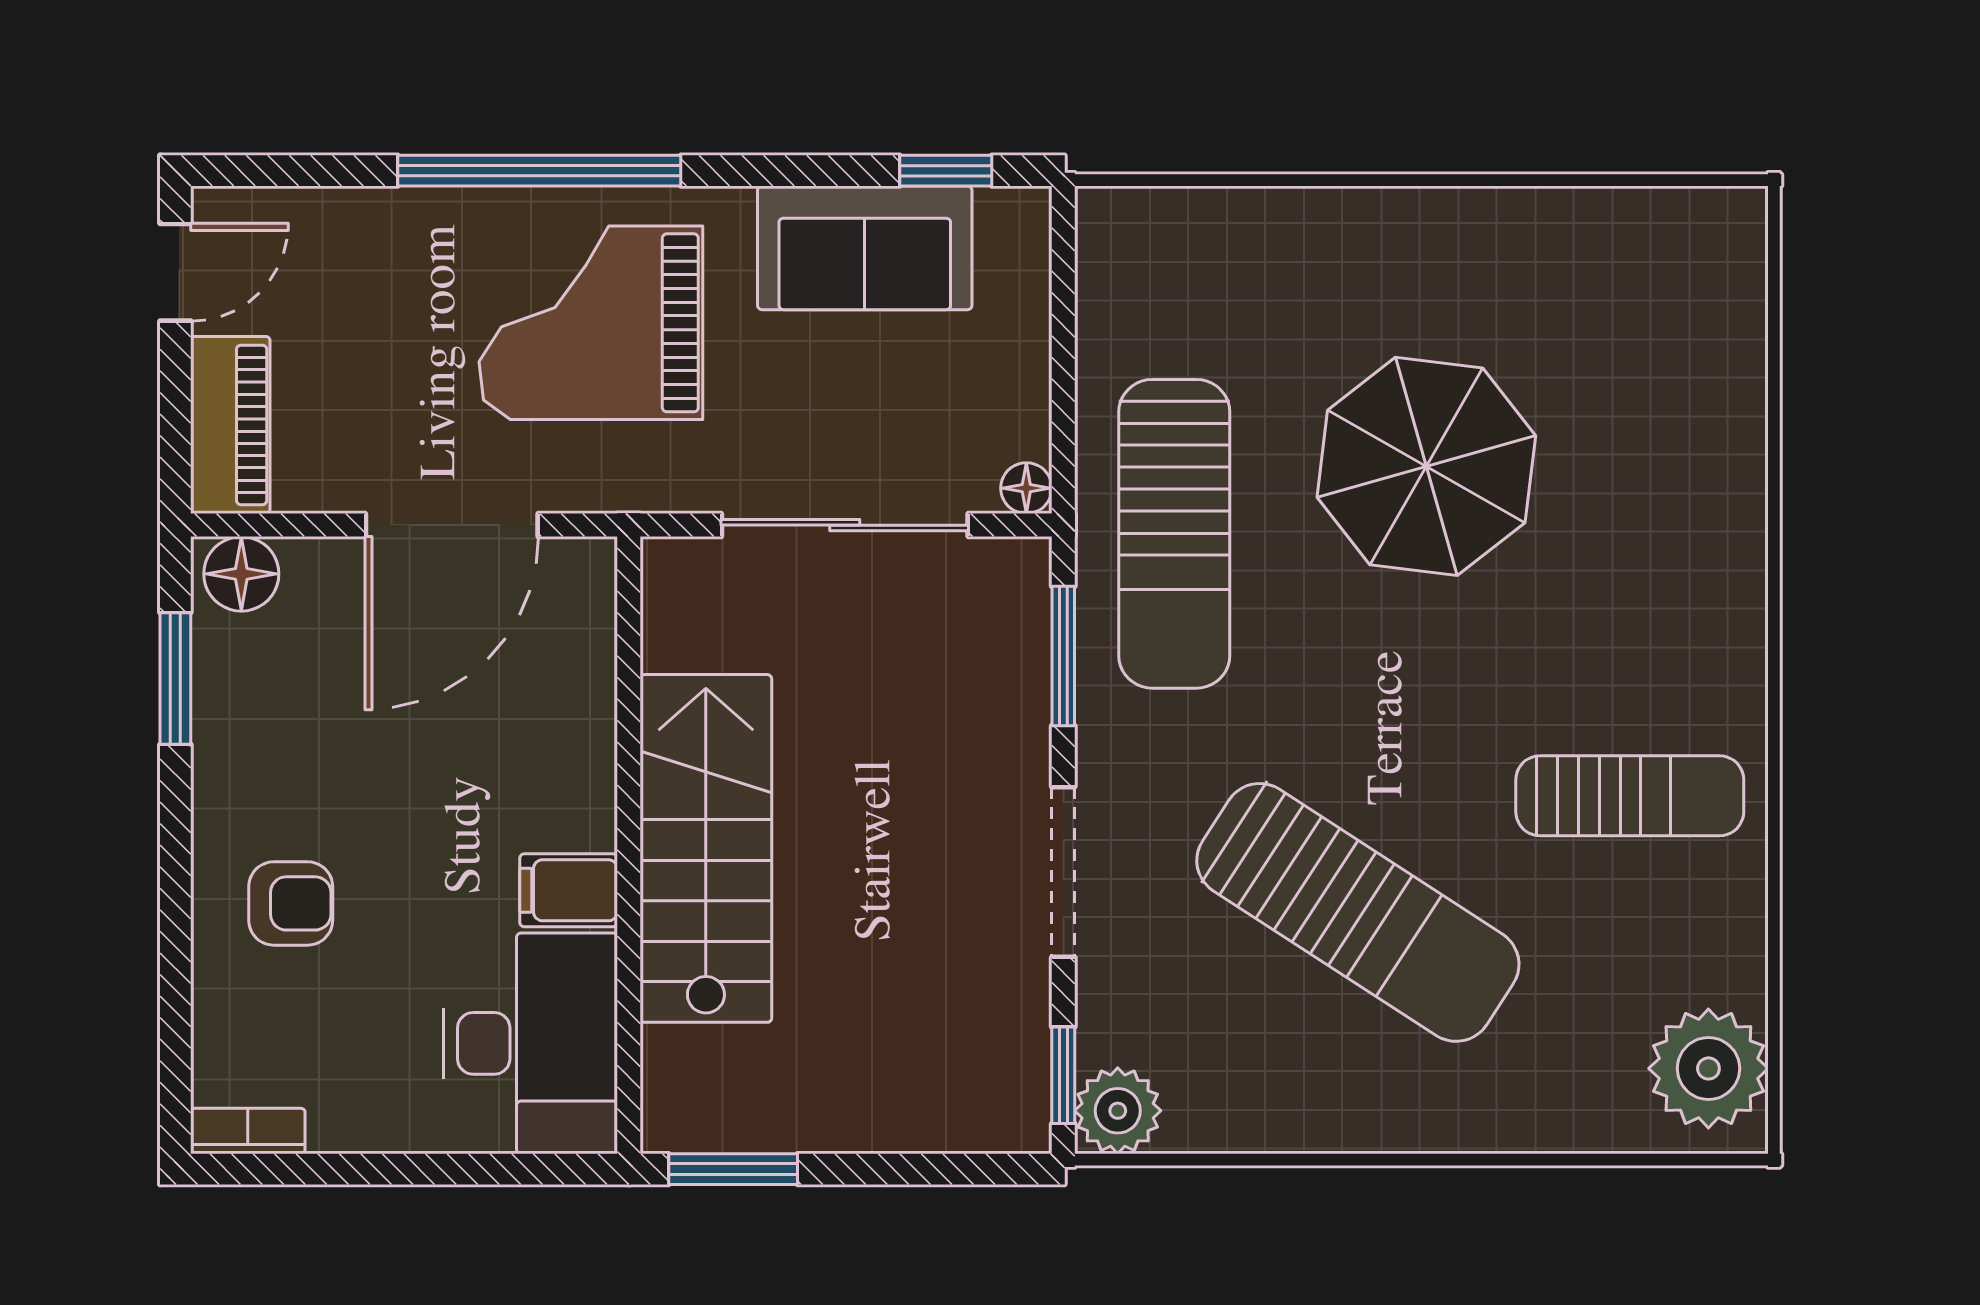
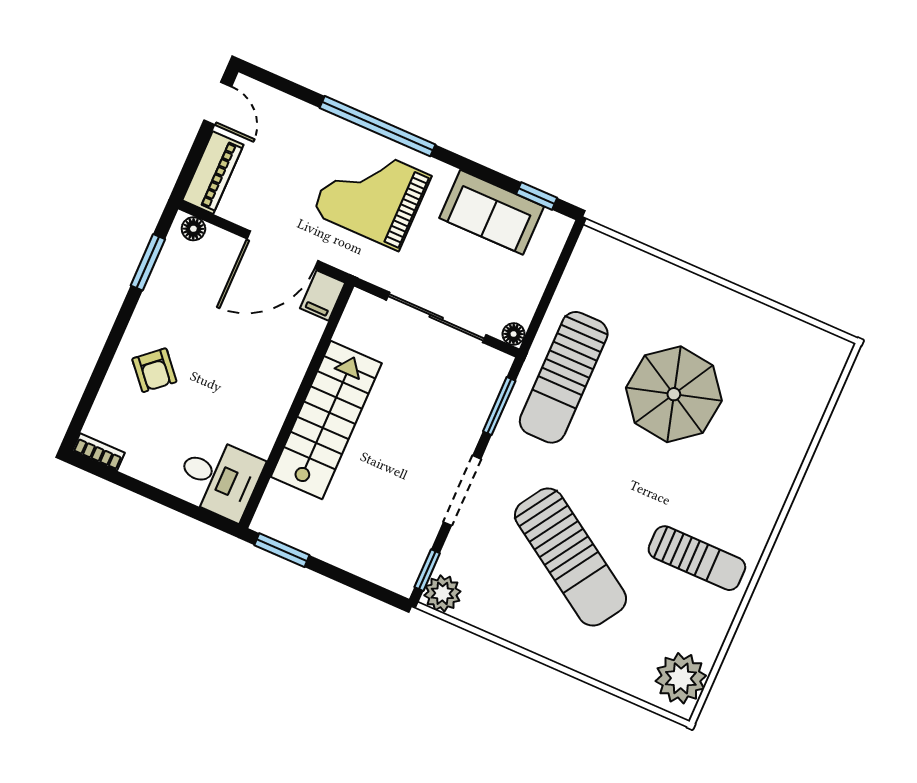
door: (175, 272) -> (218, 103), hinge flipped
floor lamp: (241, 574) -> (193, 229), width x0.73, depth x0.73
filing cabinet: (569, 890) -> (323, 295), moved, turned -90
armchair: (291, 903) -> (154, 370), turned 49
desk: (531, 1043) -> (219, 478), width x0.73

